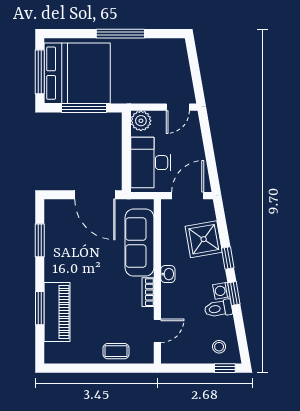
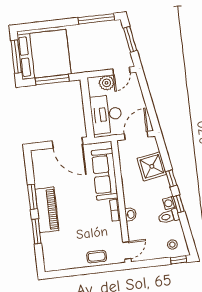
window: (120, 34) -> (96, 19), moved
window: (194, 66) -> (130, 39), added
plant: (141, 121) -> (107, 83), moved
window: (40, 240) -> (32, 197), moved
washbasin: (168, 274) -> (131, 214), moved
piano: (57, 312) -> (47, 210), moved
door: (157, 331) -> (127, 250), moved

